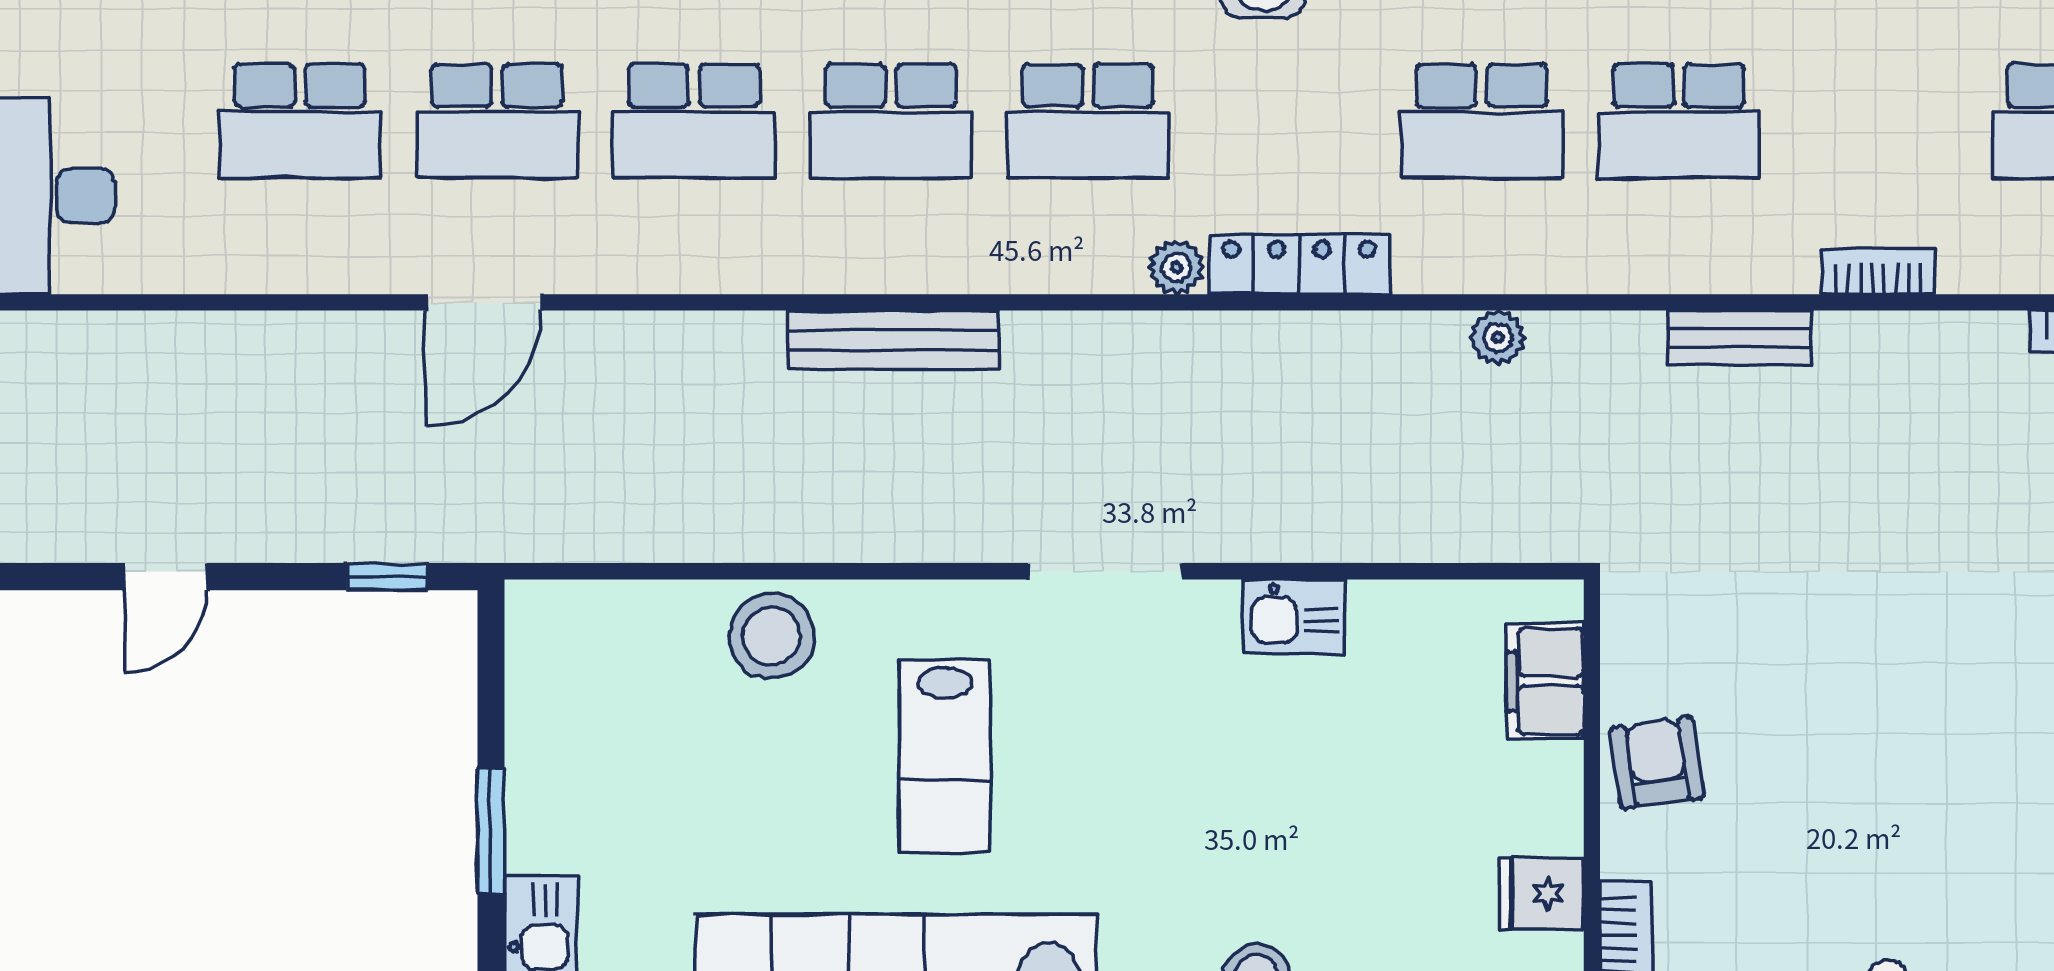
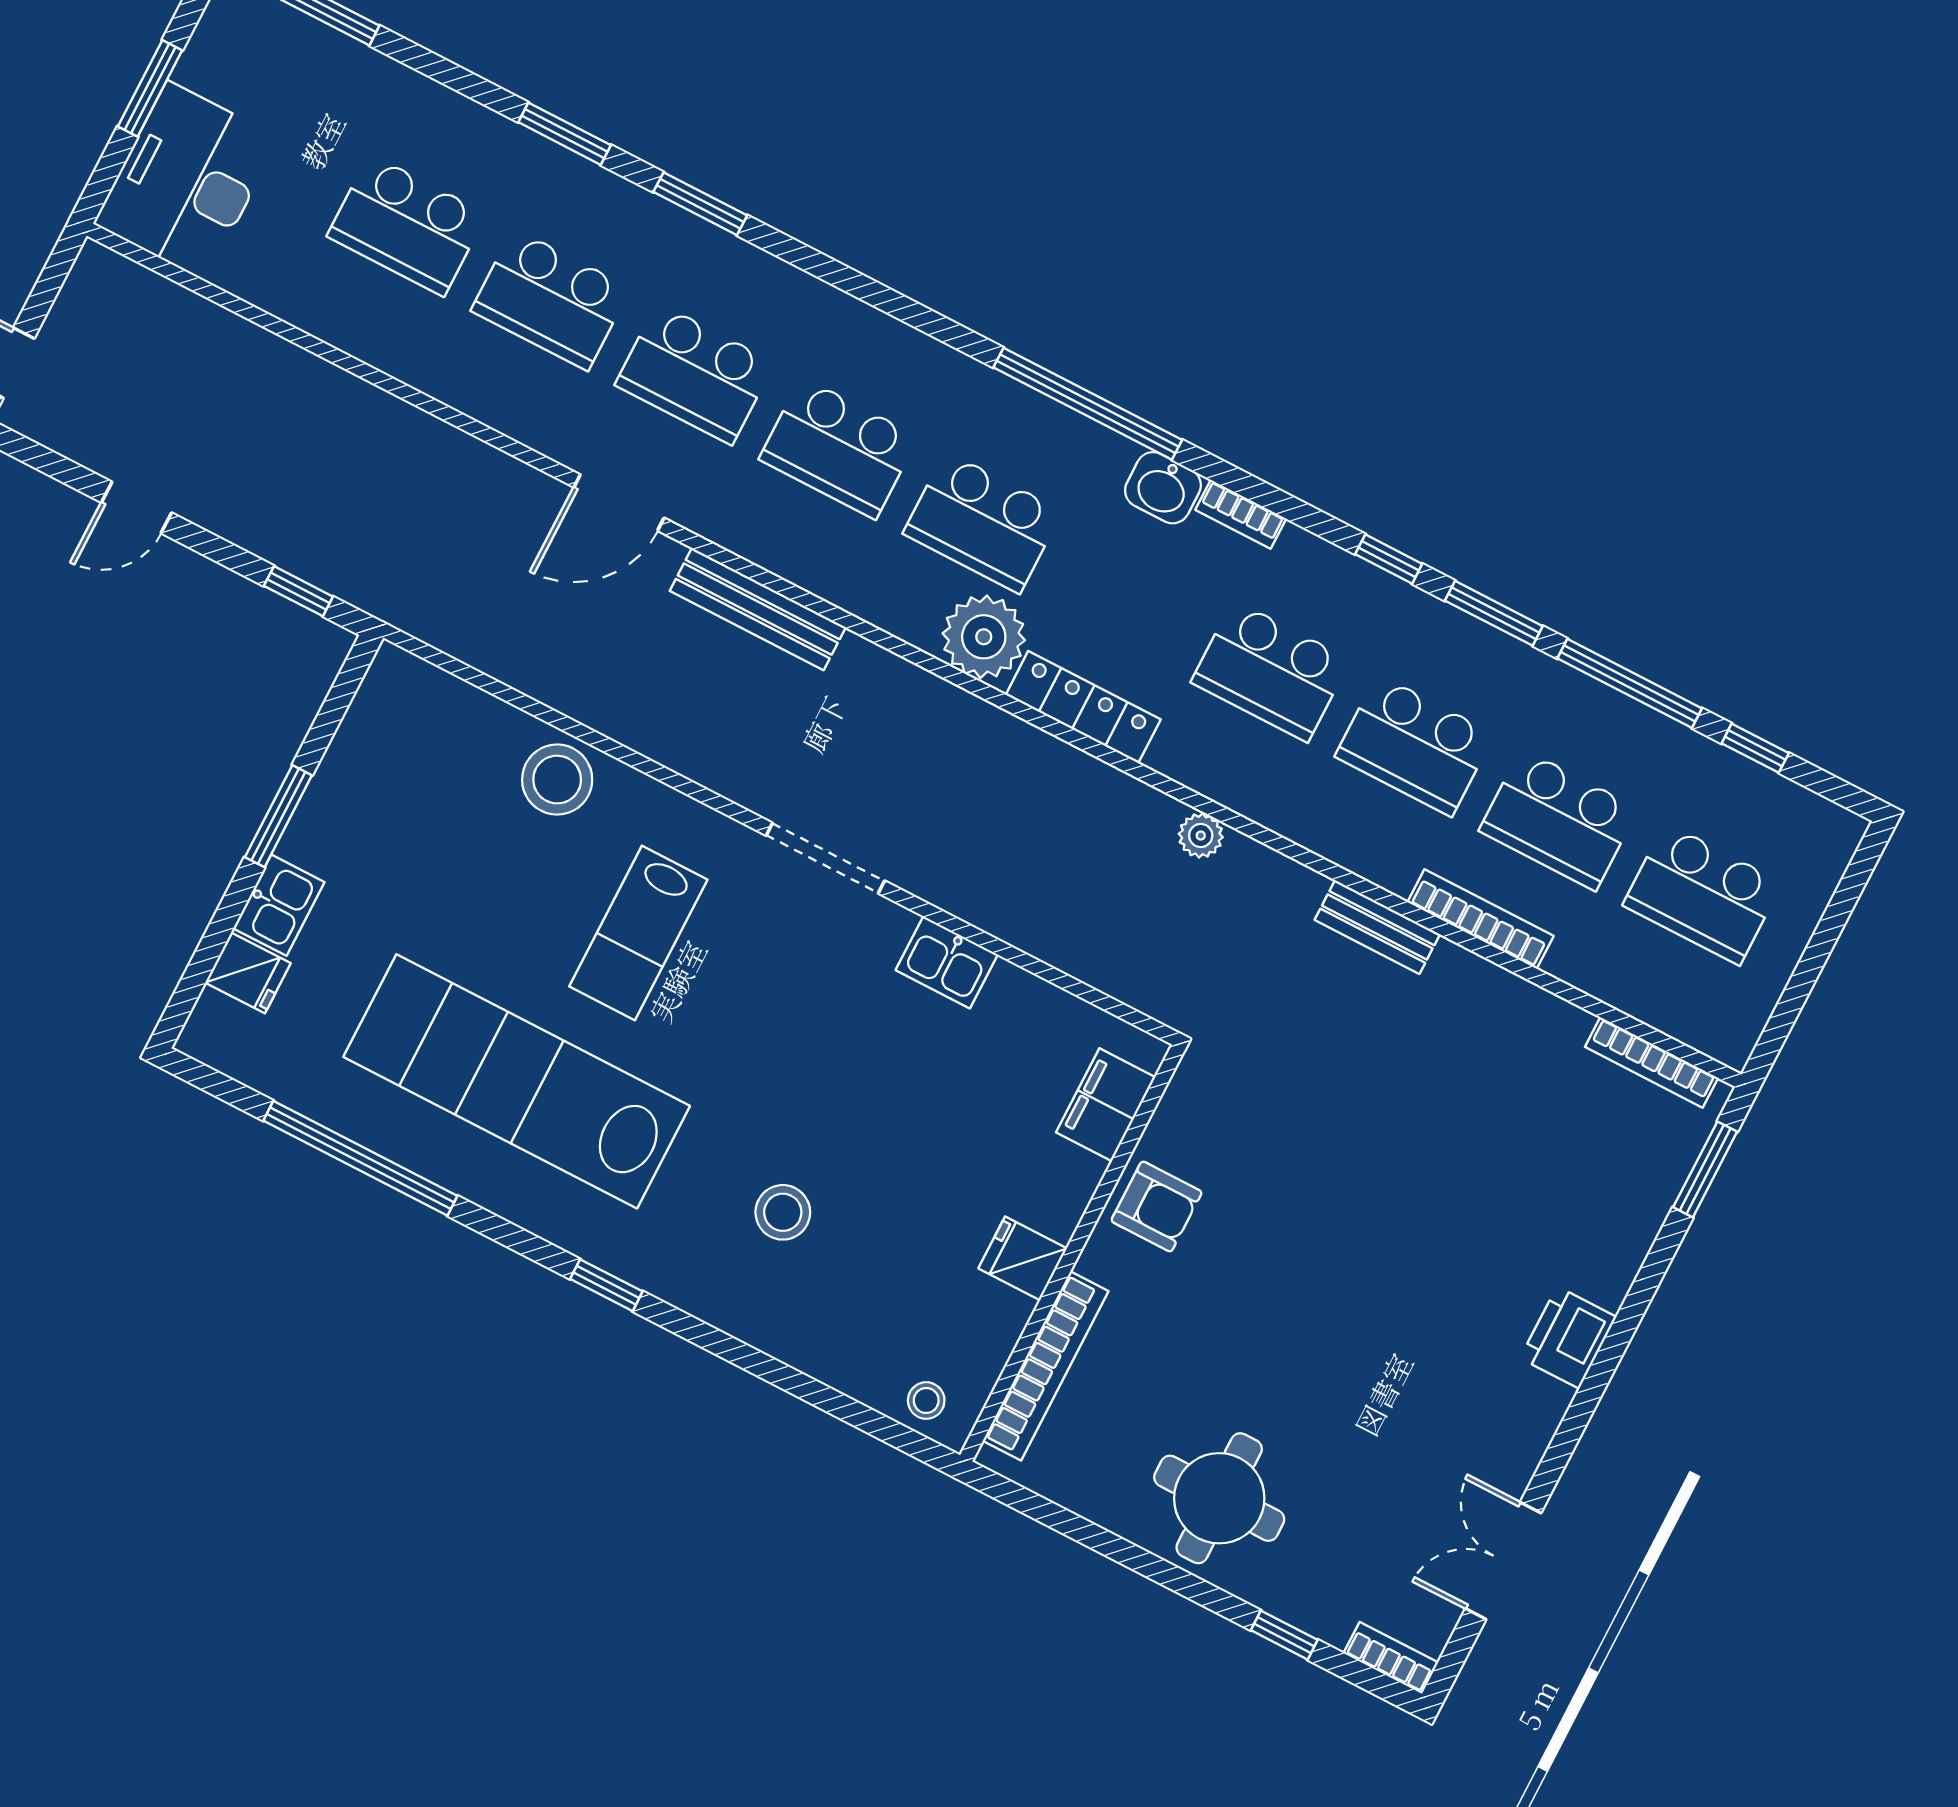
school desk: (1876, 121) -> (1559, 820), added
plant: (1176, 267) -> (984, 637), width x1.88, depth x1.88
bookcase: (1879, 272) -> (1481, 919), width x1.56
door: (483, 302) -> (619, 503), moved
armchair: (1657, 763) -> (1157, 1206), turned 98

